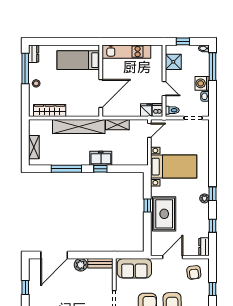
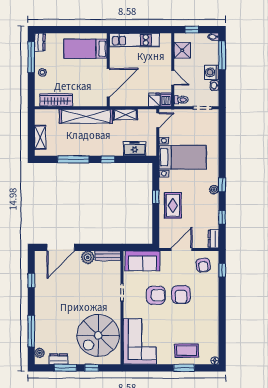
freezer: (101, 158) -> (135, 149), moved
rug: (164, 214) -> (173, 205), width x0.73, depth x0.70
window: (212, 289) -> (222, 270), moved

